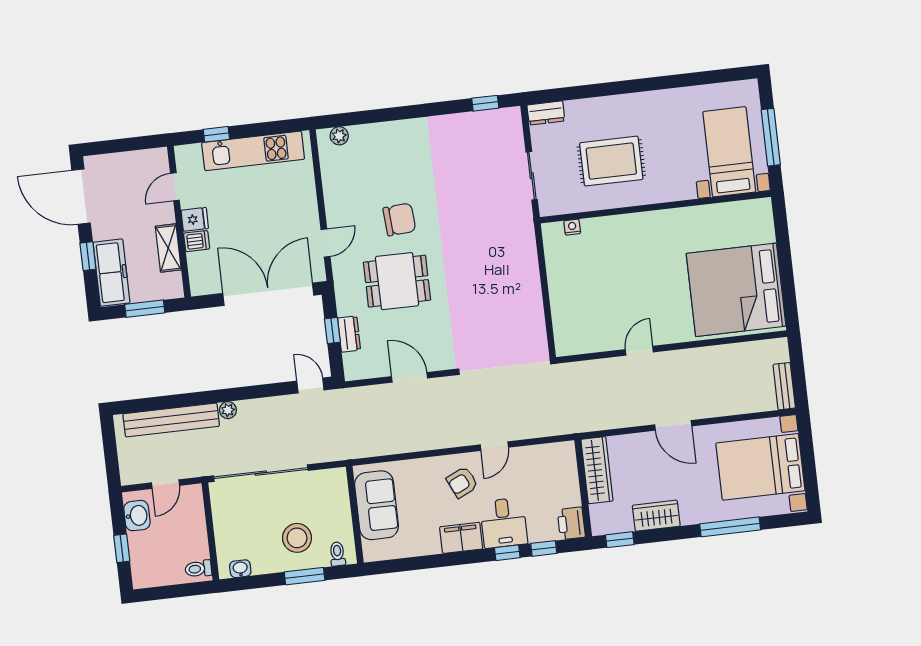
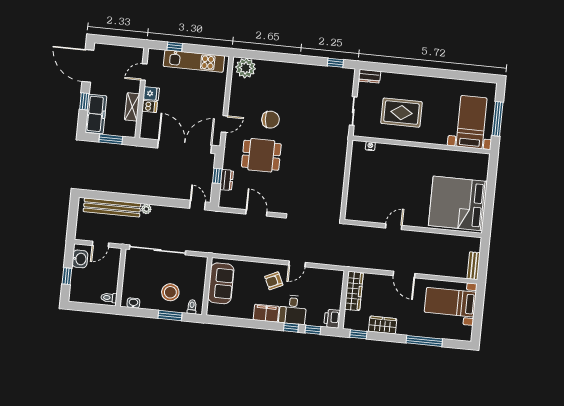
plant: (339, 136) -> (246, 68), width x1.88, depth x1.88
bed with nightstands: (760, 467) -> (450, 302), width x0.73

